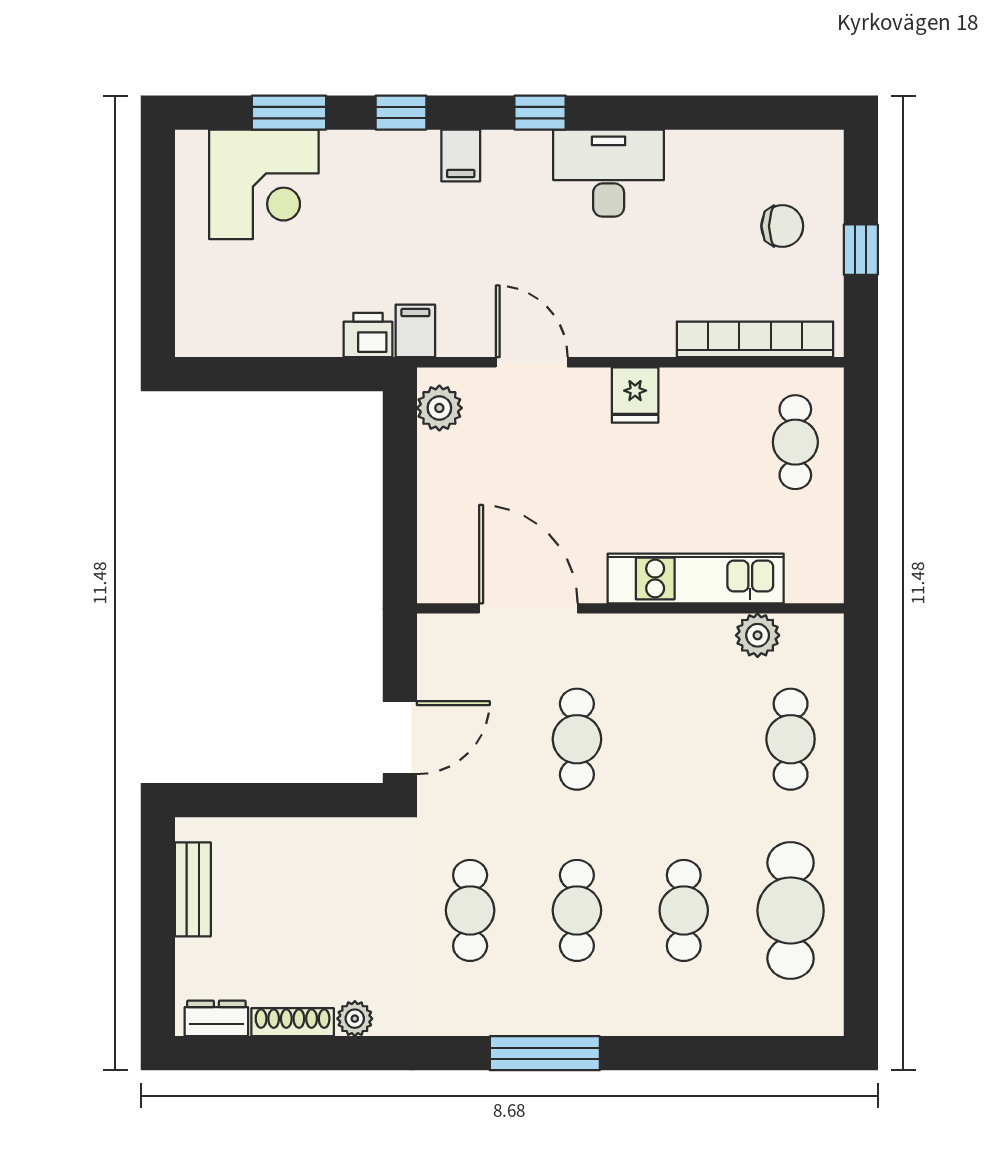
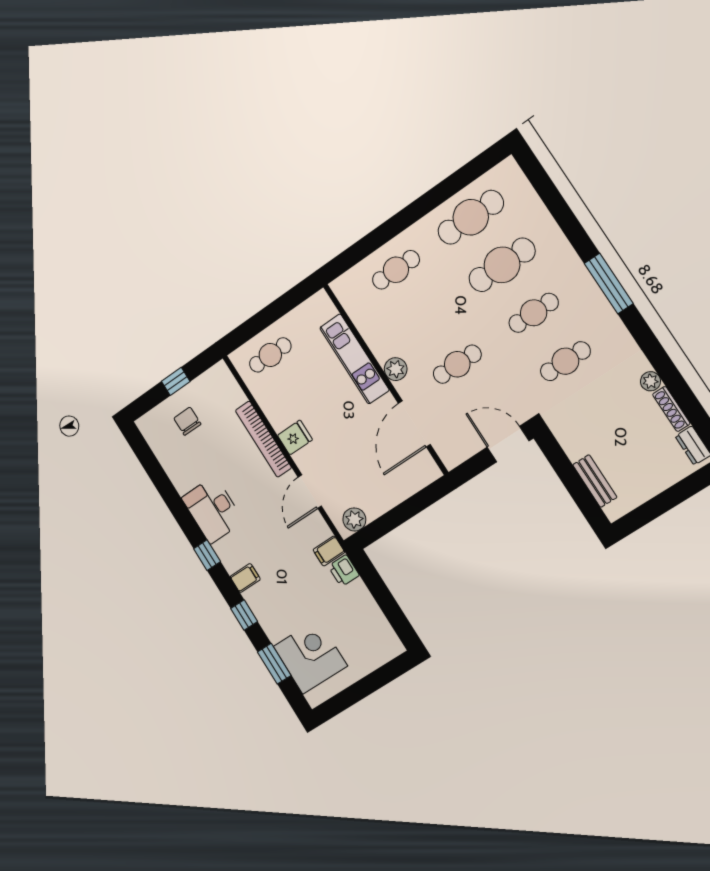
bookcase: (755, 339) -> (263, 439), moved
plant: (758, 635) -> (396, 369), moved
bench: (193, 889) -> (595, 481), moved, turned 90
cafe table: (684, 910) -> (502, 265), width x1.37, depth x1.35

